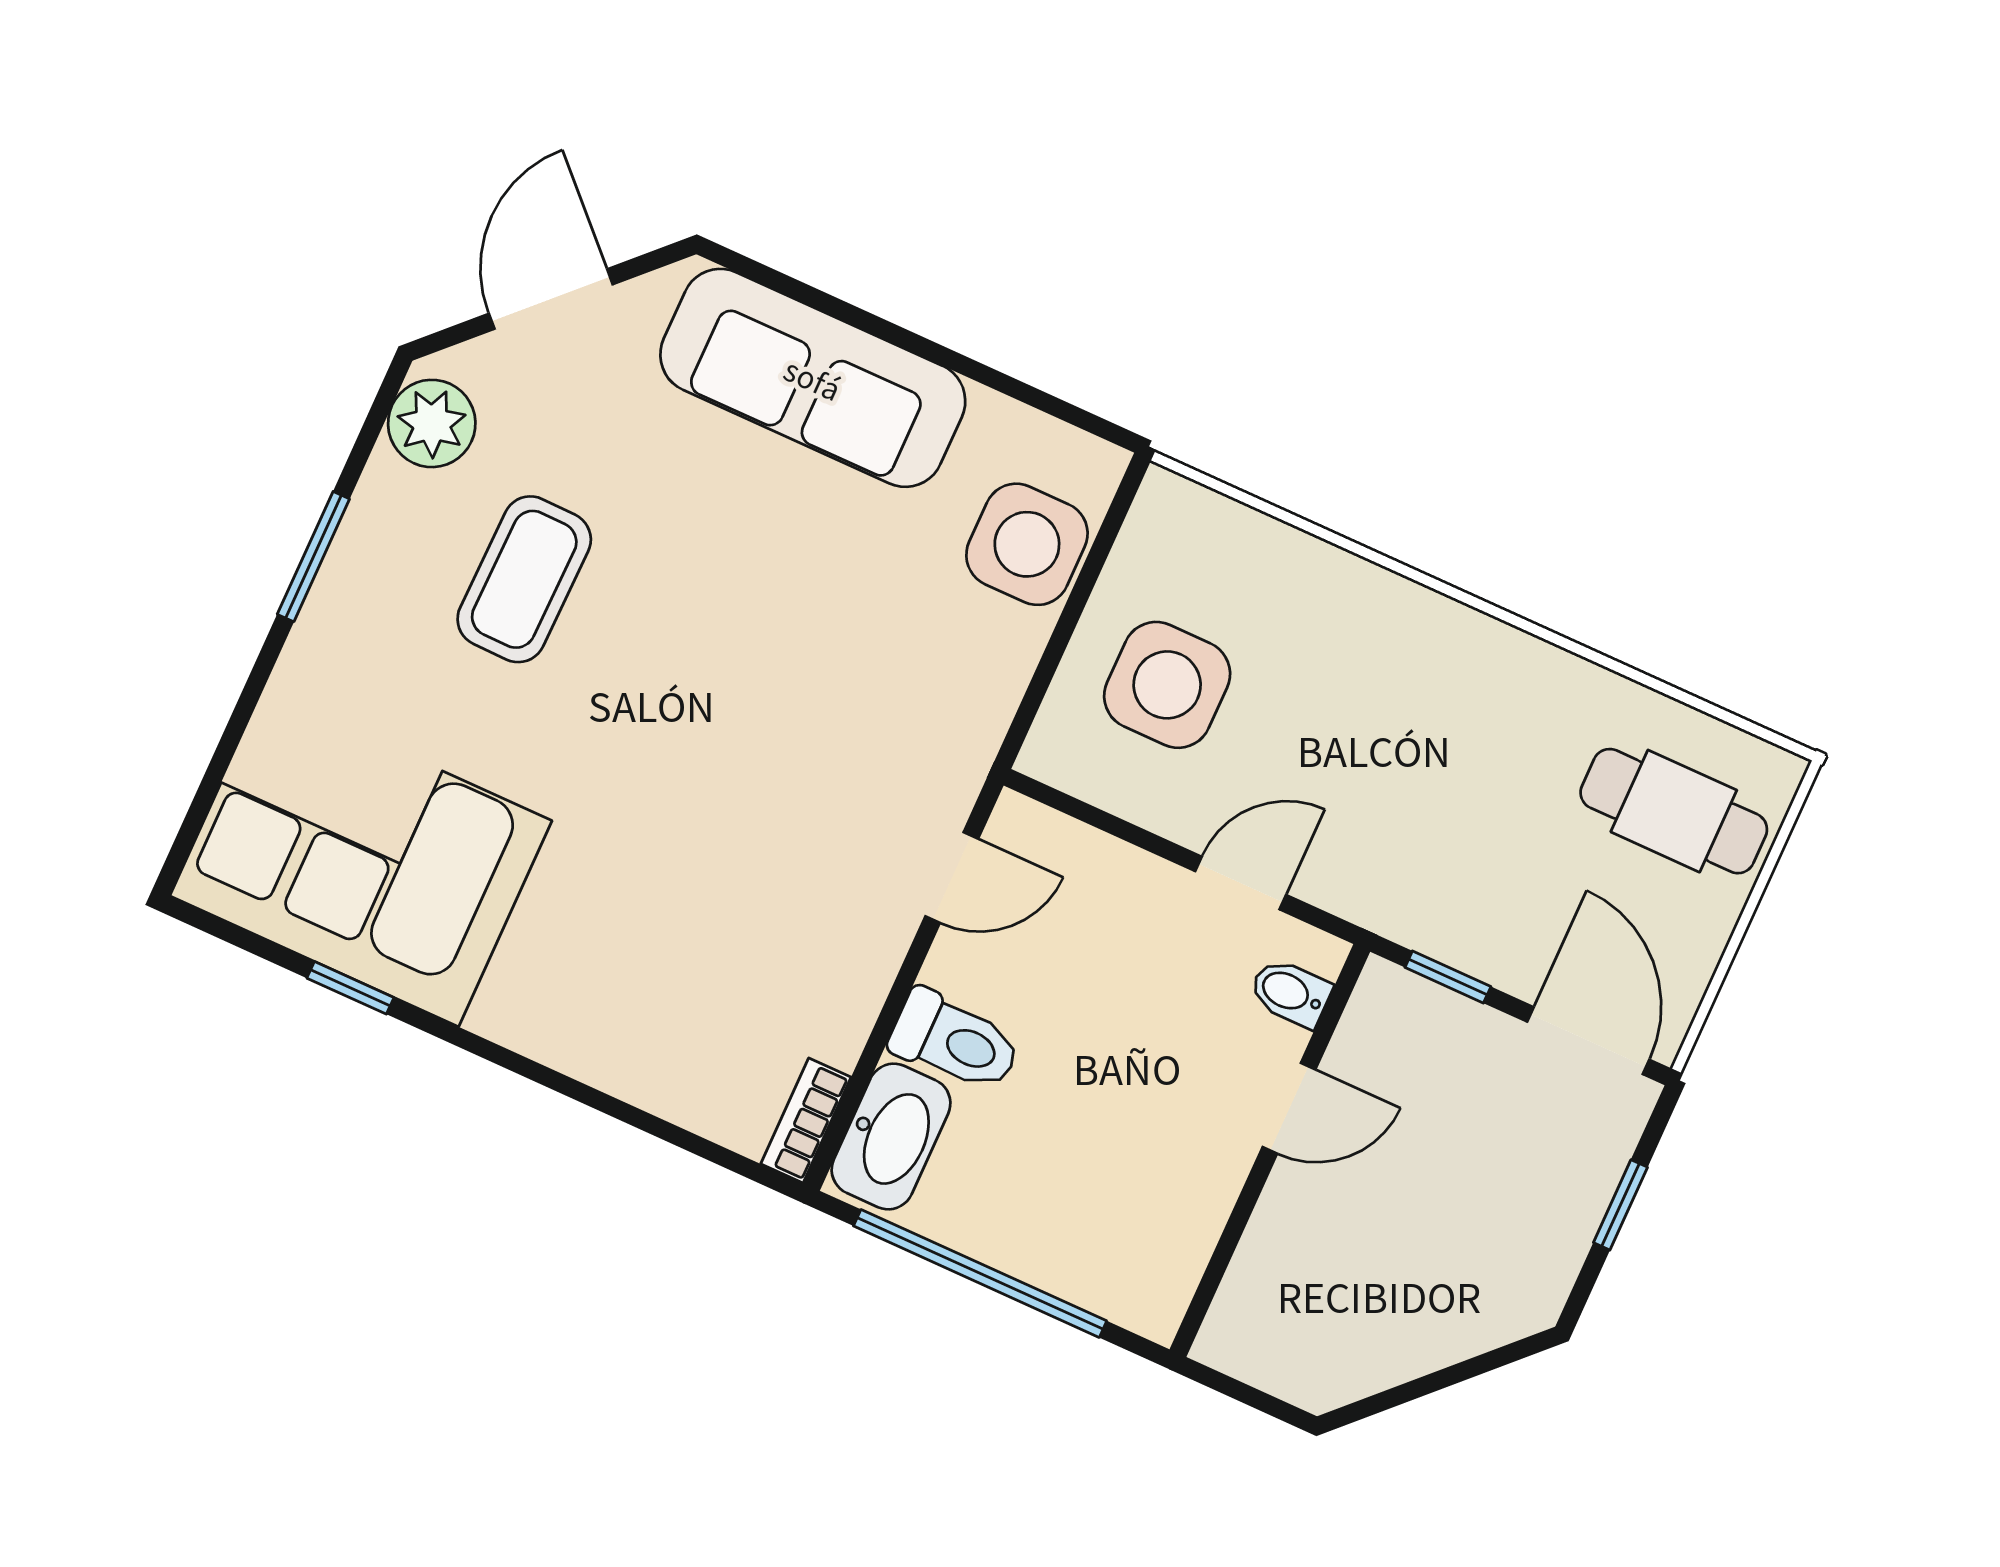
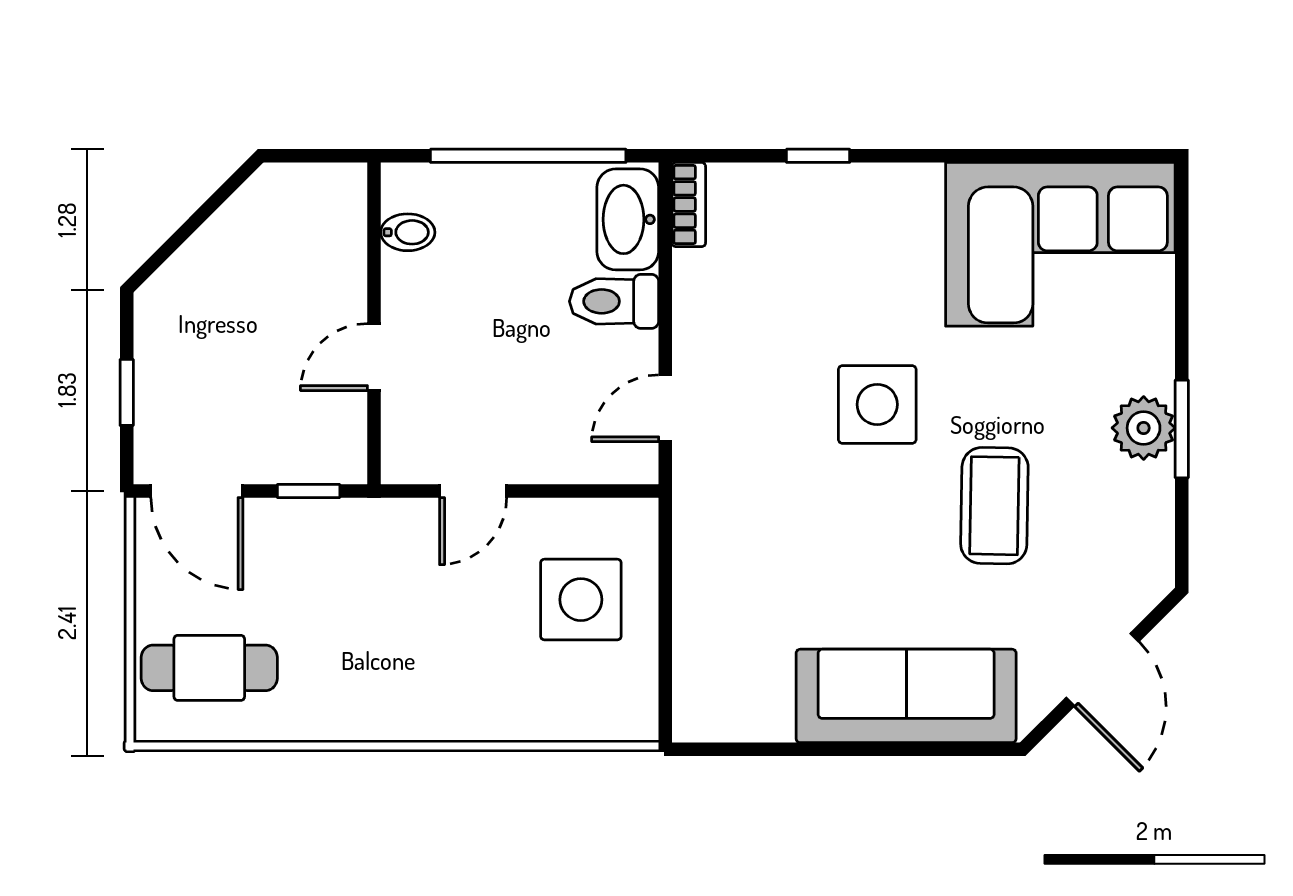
plant: (432, 423) -> (1144, 428), moved
side table: (1027, 544) -> (877, 404), moved
coffee table: (524, 579) -> (994, 506), moved
window: (350, 988) -> (818, 156), moved
bidet: (1290, 993) -> (408, 232), moved

